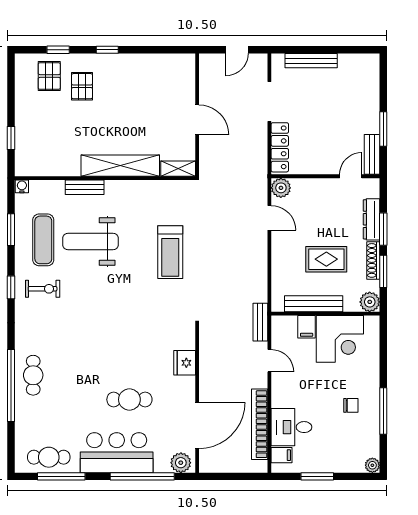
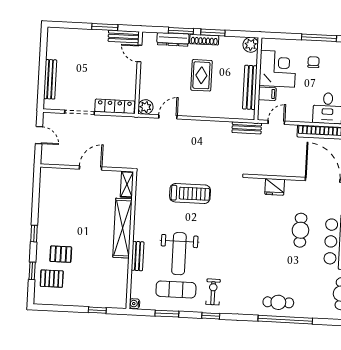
plant: (370, 302) -> (251, 45), moved
bench: (314, 304) -> (250, 87), moved
wall: (325, 314) -> (258, 79), moved
filing cabinet: (307, 327) -> (267, 94), moved
corner desk: (340, 339) -> (278, 69), moved

